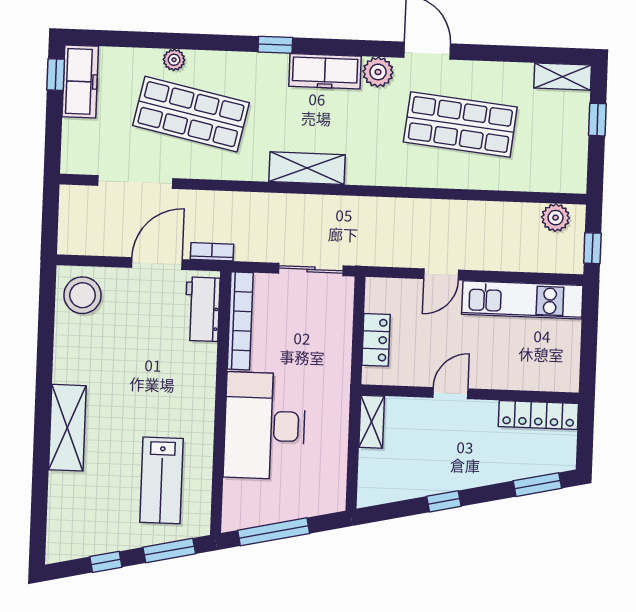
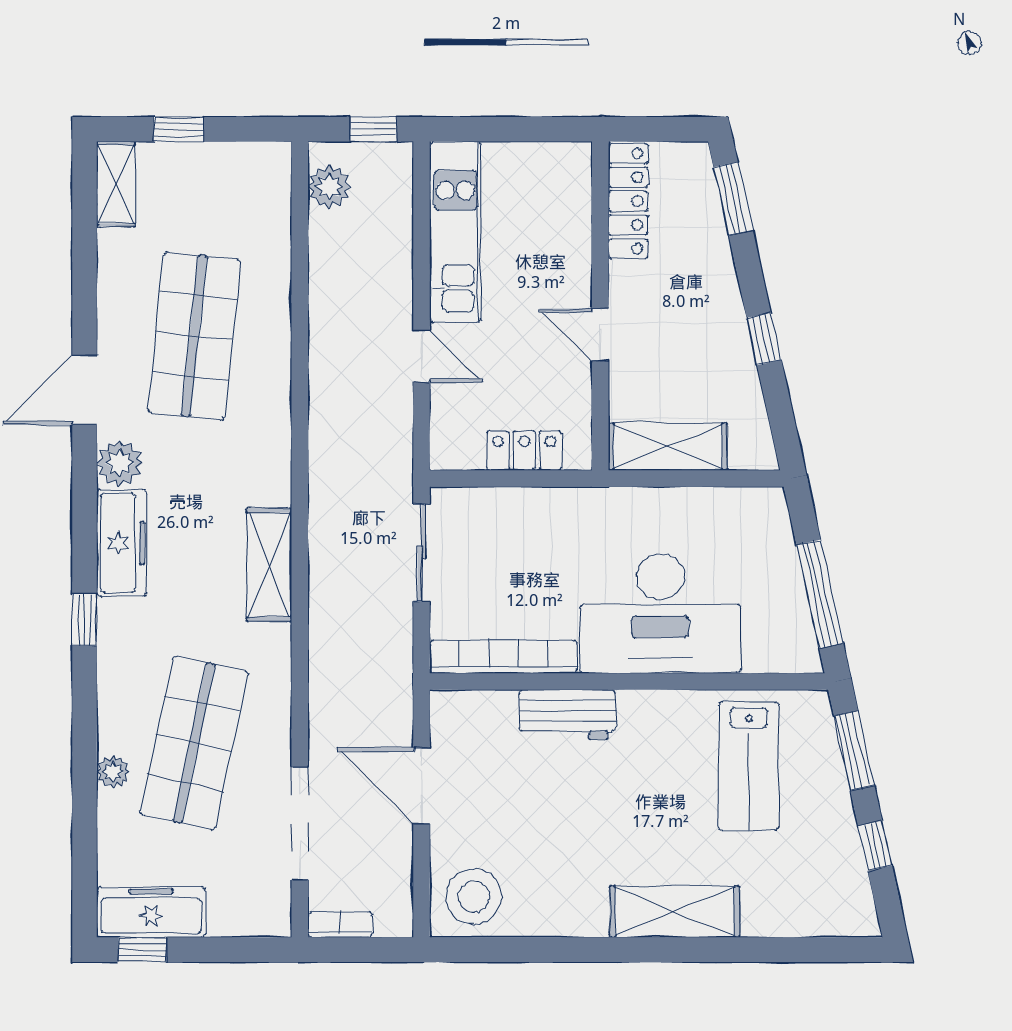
bookcase: (212, 252) -> (340, 925), moved, turned 90
workbench: (202, 309) -> (567, 715), moved
shelving: (372, 422) -> (668, 447), width x1.50, depth x1.33
lab bench: (162, 480) -> (749, 766), turned 90

